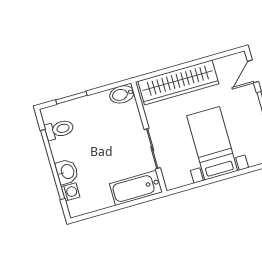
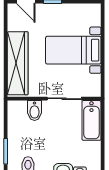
bidet: (122, 94) -> (35, 111), moved

